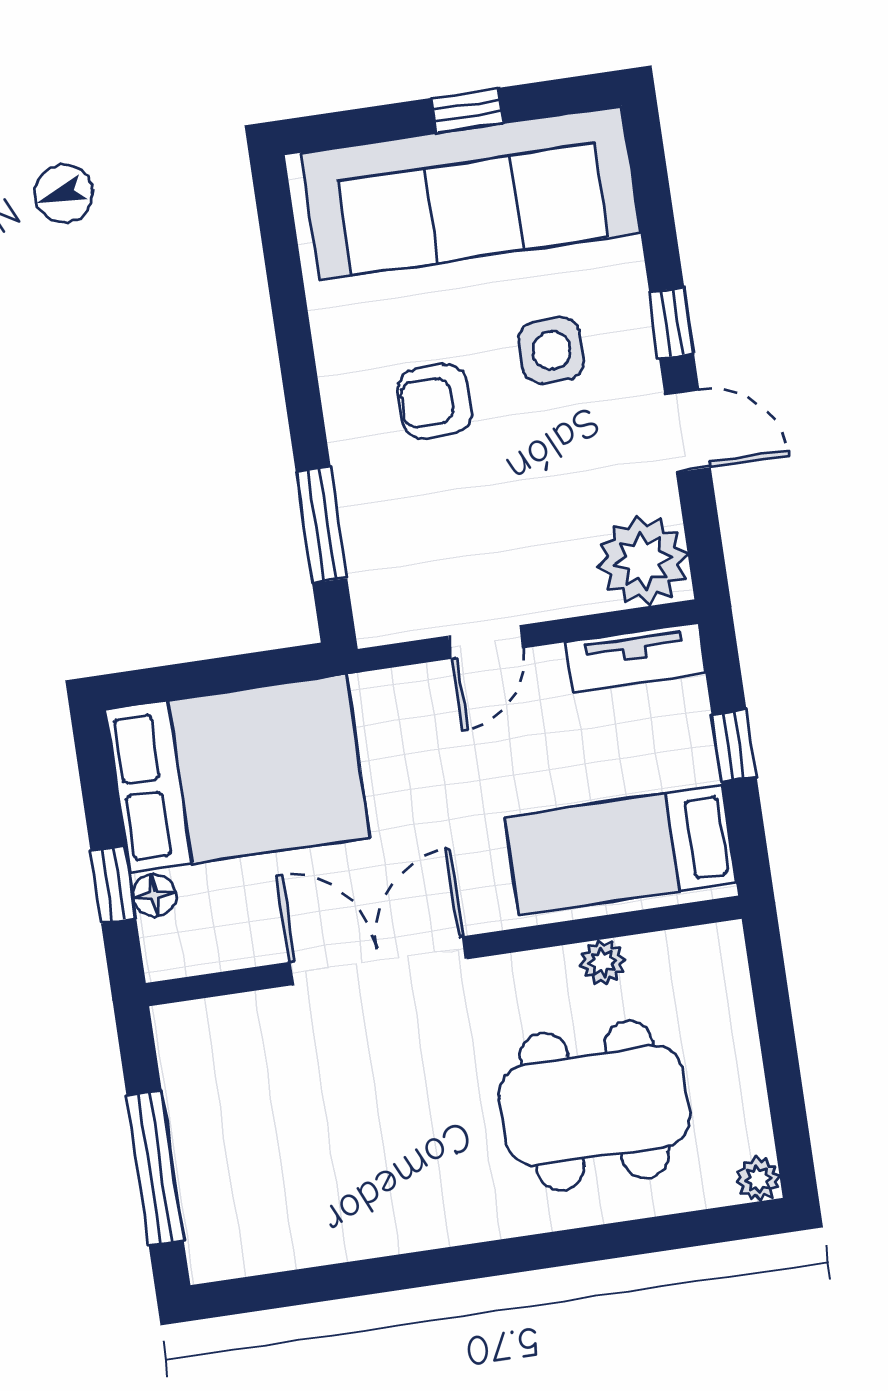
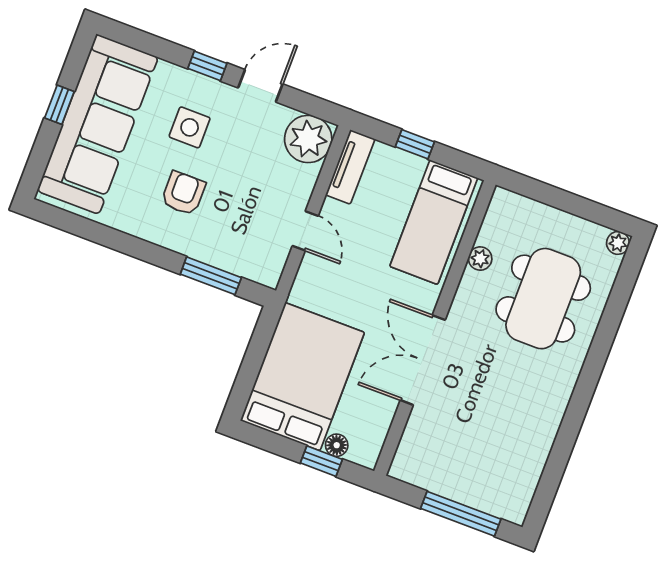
armchair: (435, 401) -> (183, 193), turned 180

